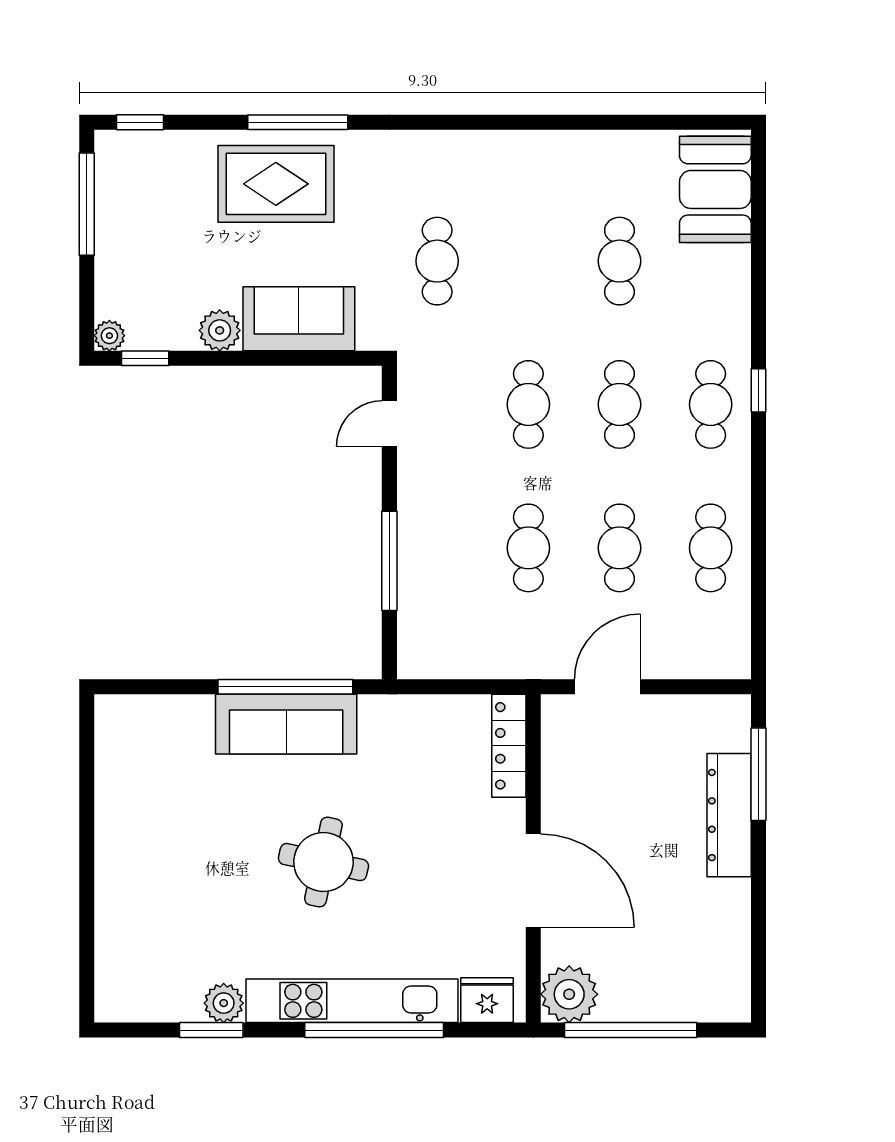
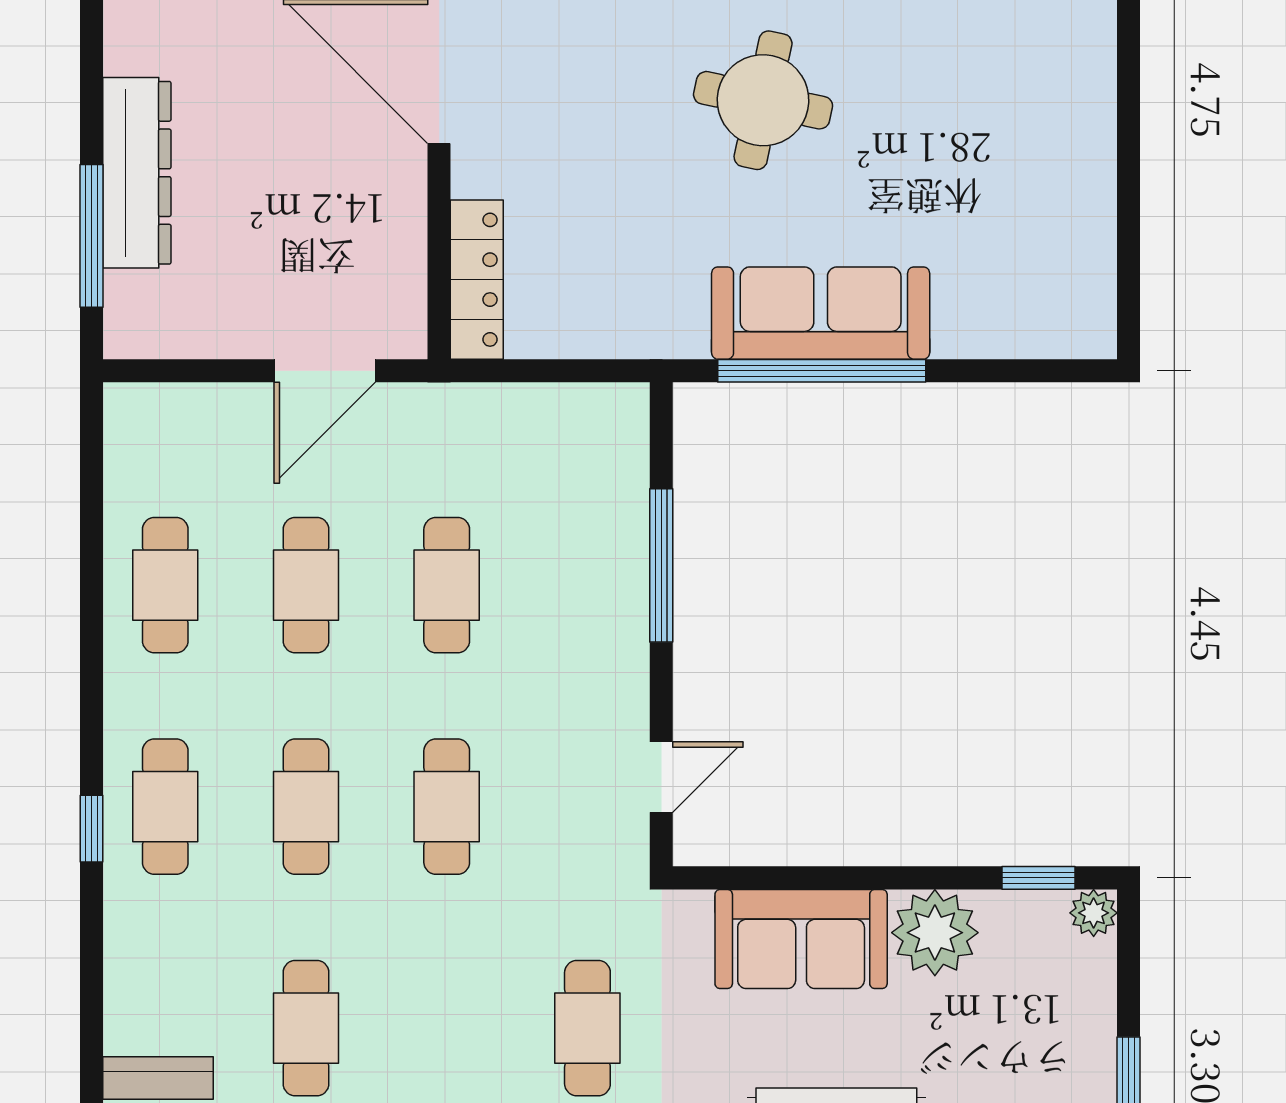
plant: (220, 330) -> (935, 933), width x1.36, depth x1.36

